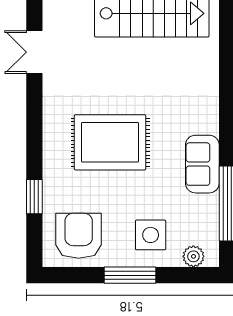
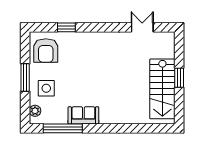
rug: (110, 142) -> (95, 67), removed
armchair: (79, 236) -> (46, 51), turned 90

